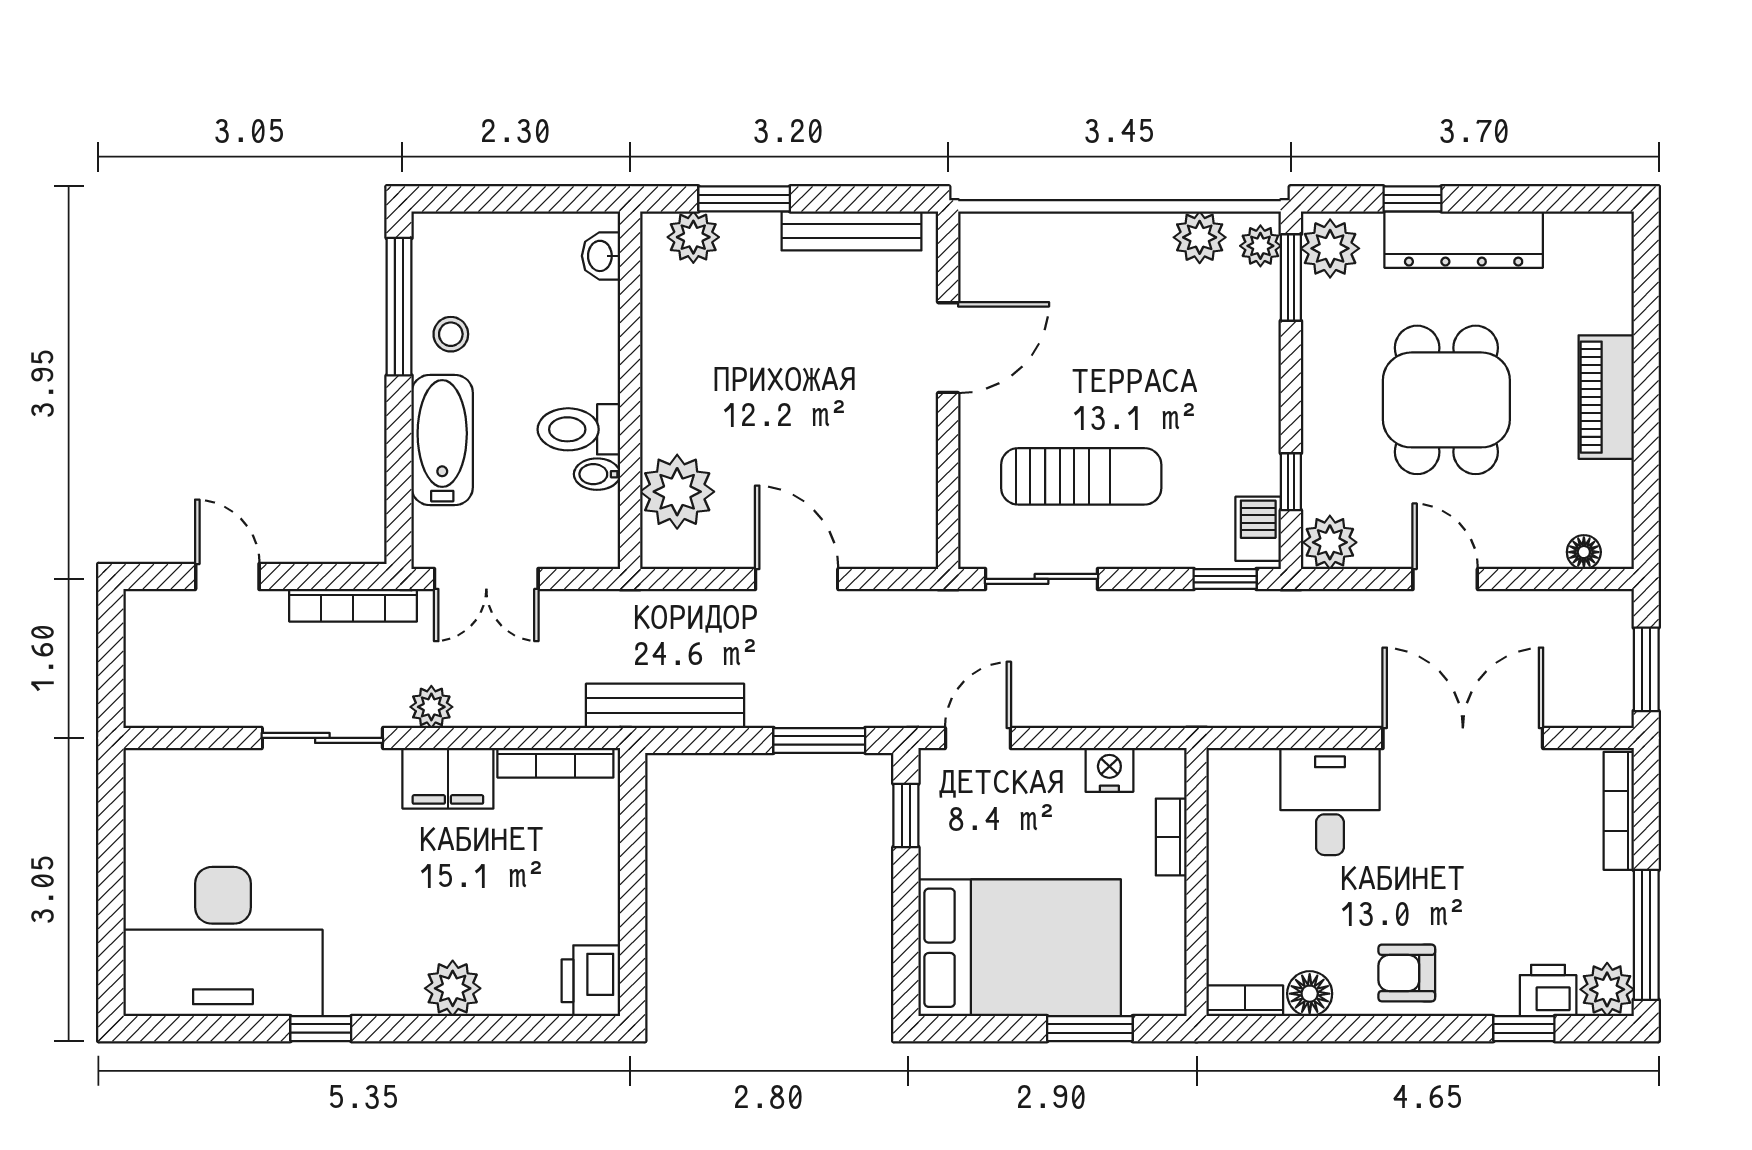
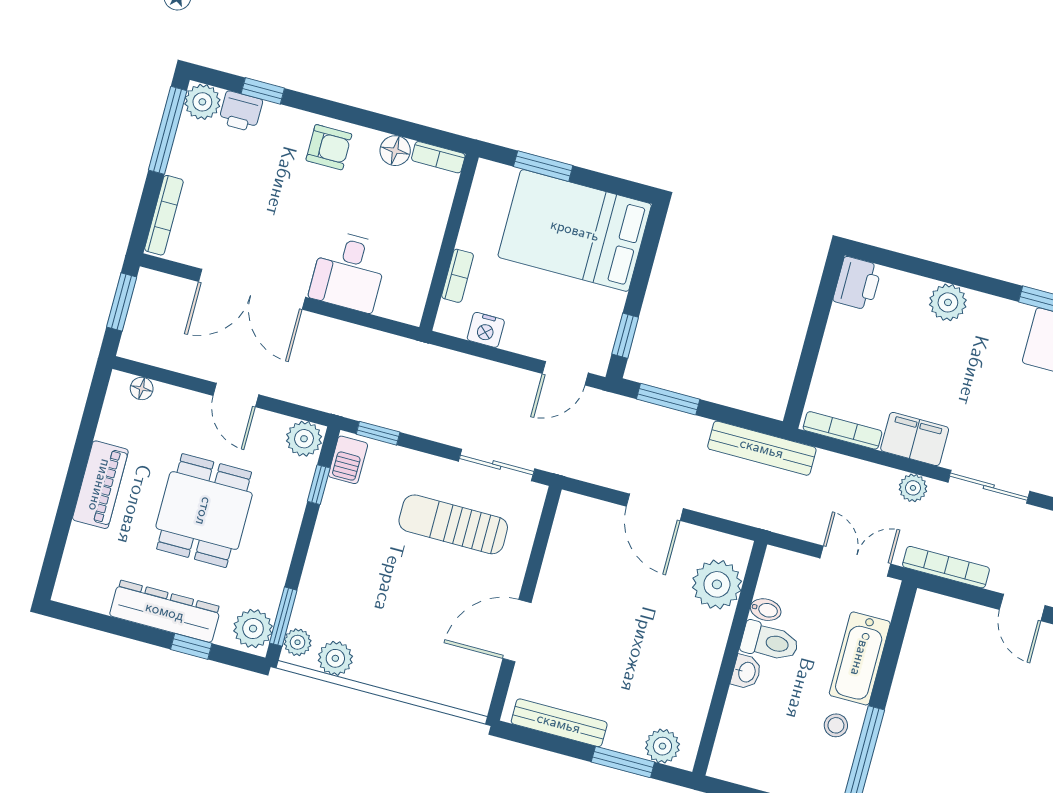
washbasin: (601, 256) -> (746, 672), moved

